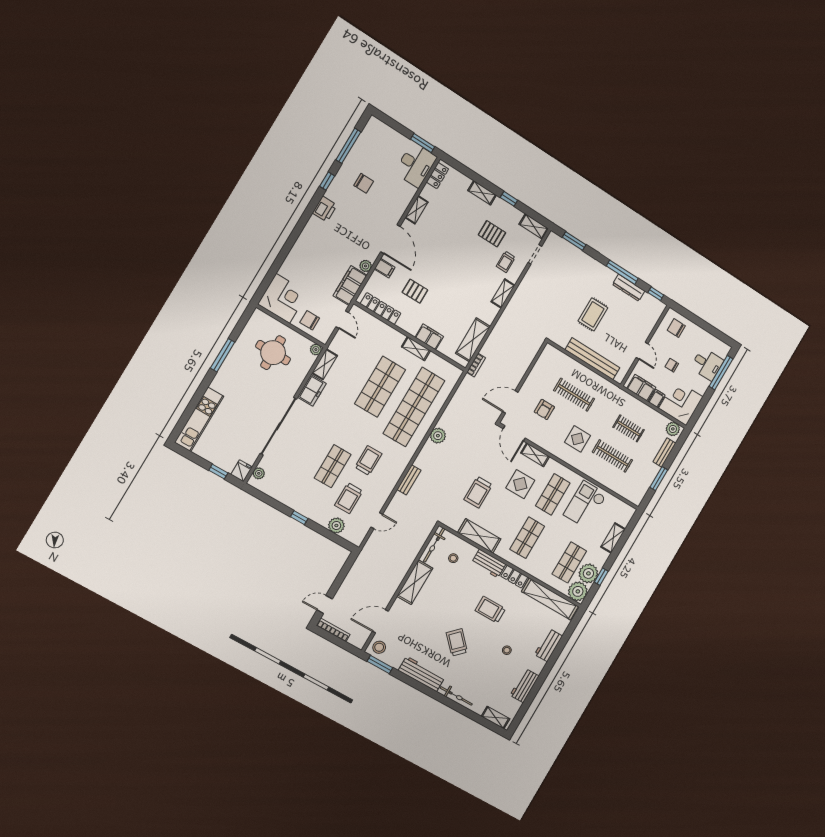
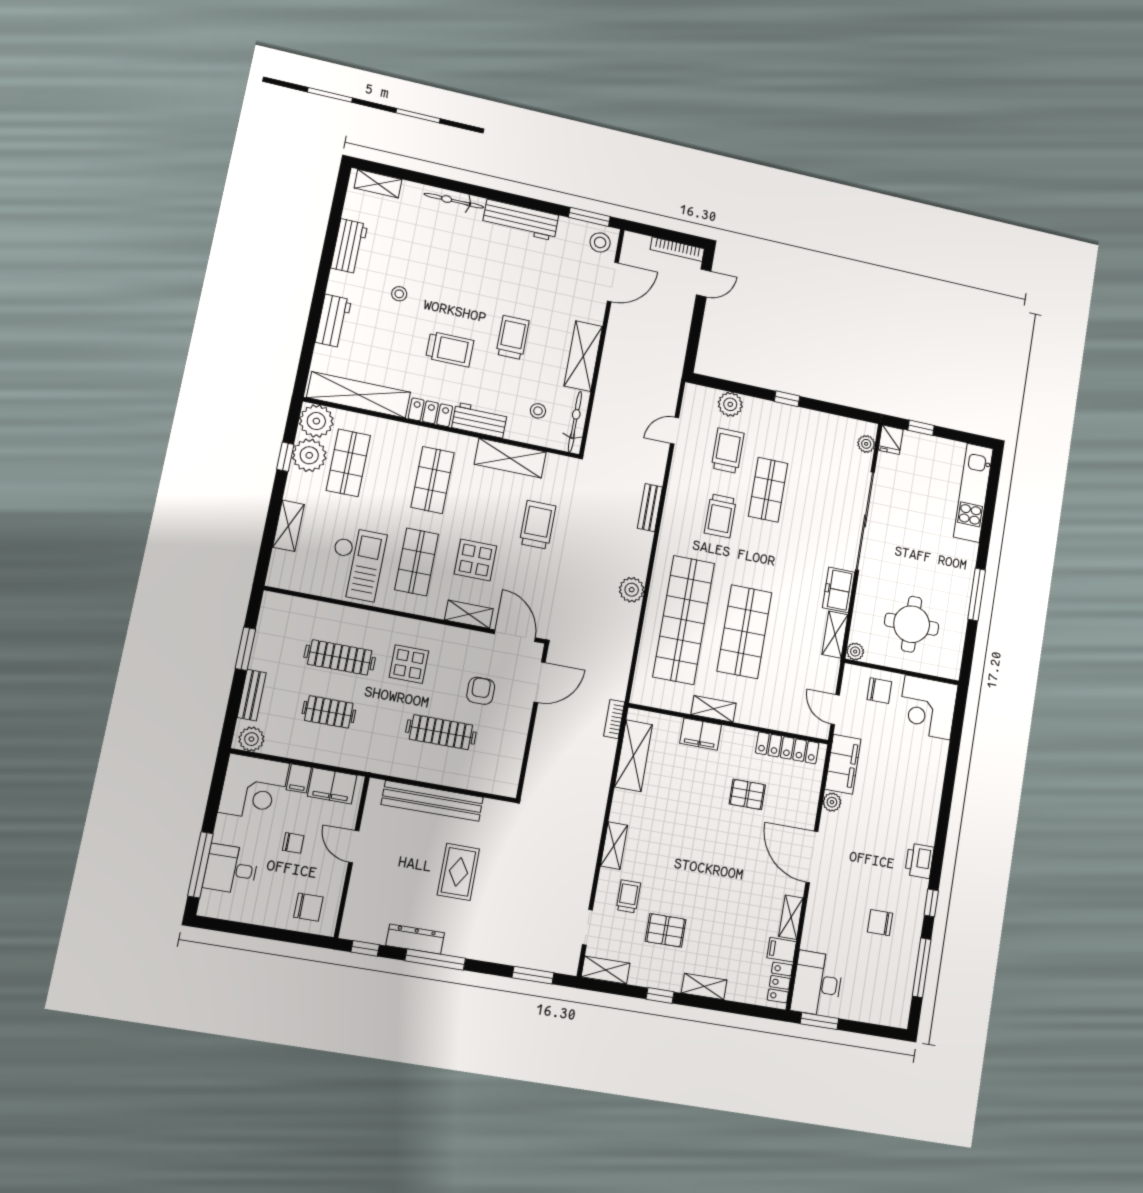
filing cabinet: (385, 268) -> (782, 950), moved
trolley: (457, 642) -> (513, 337), moved, turned -136

